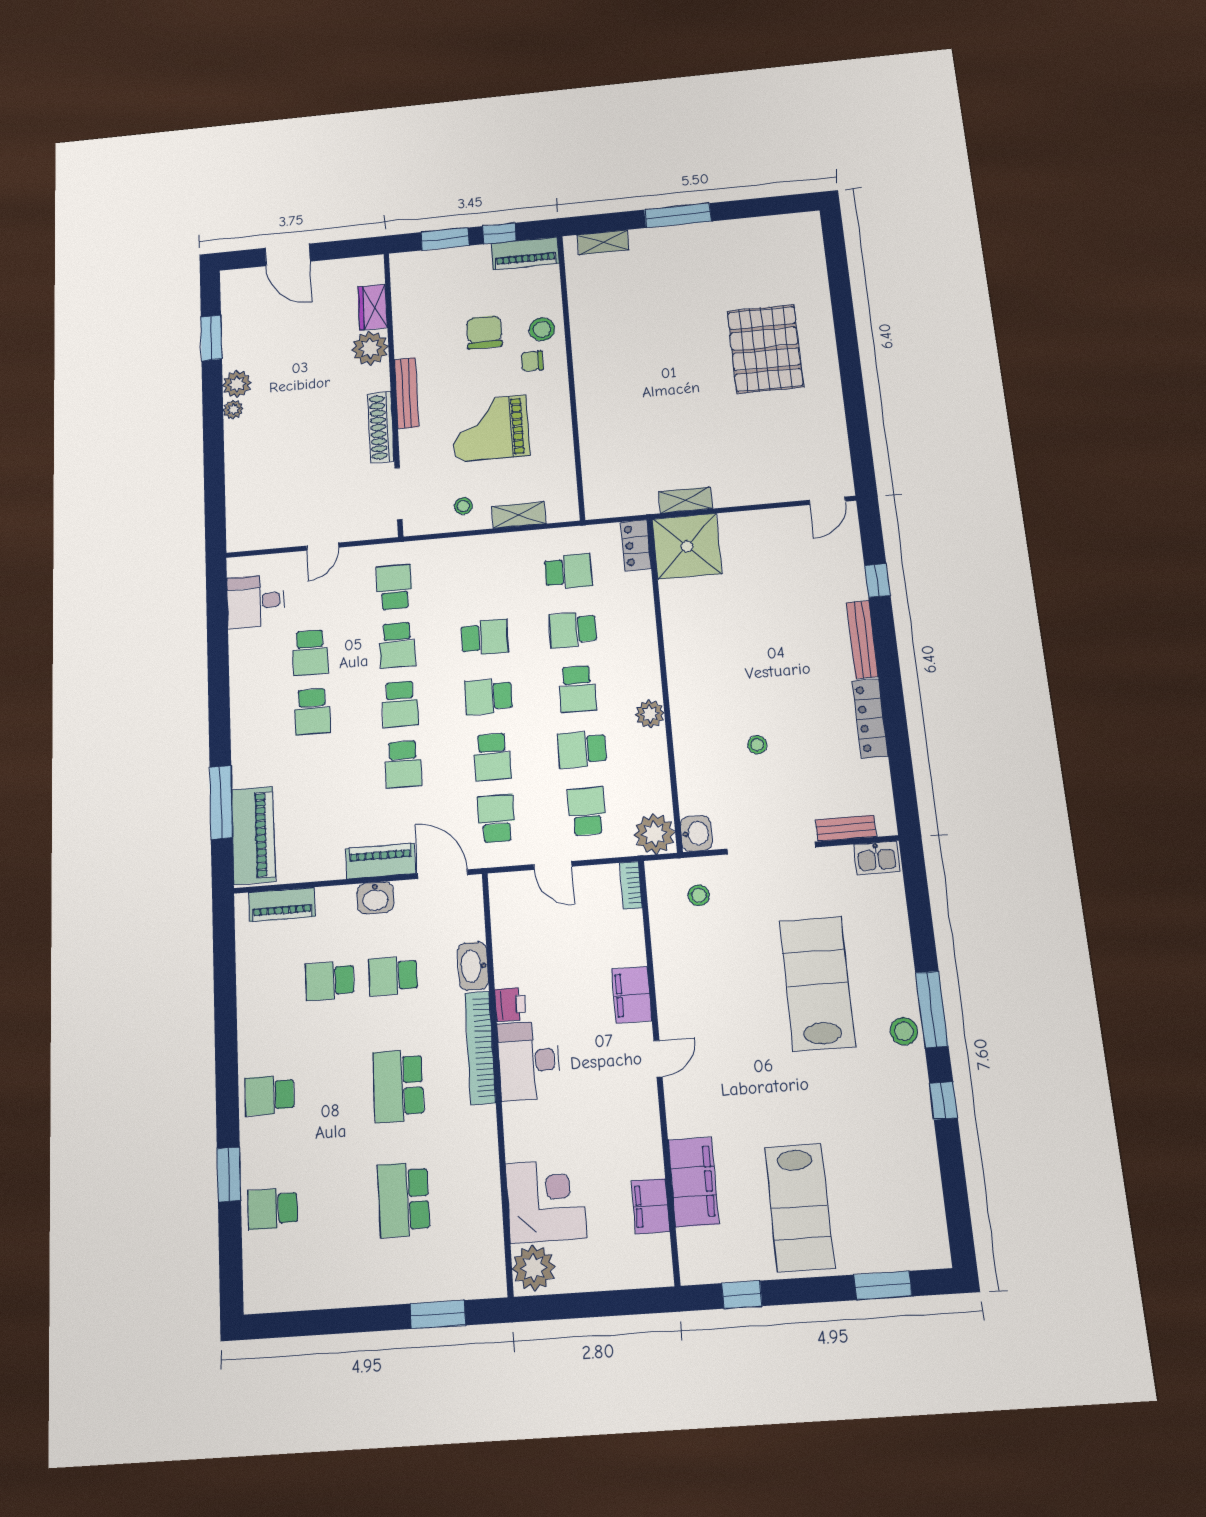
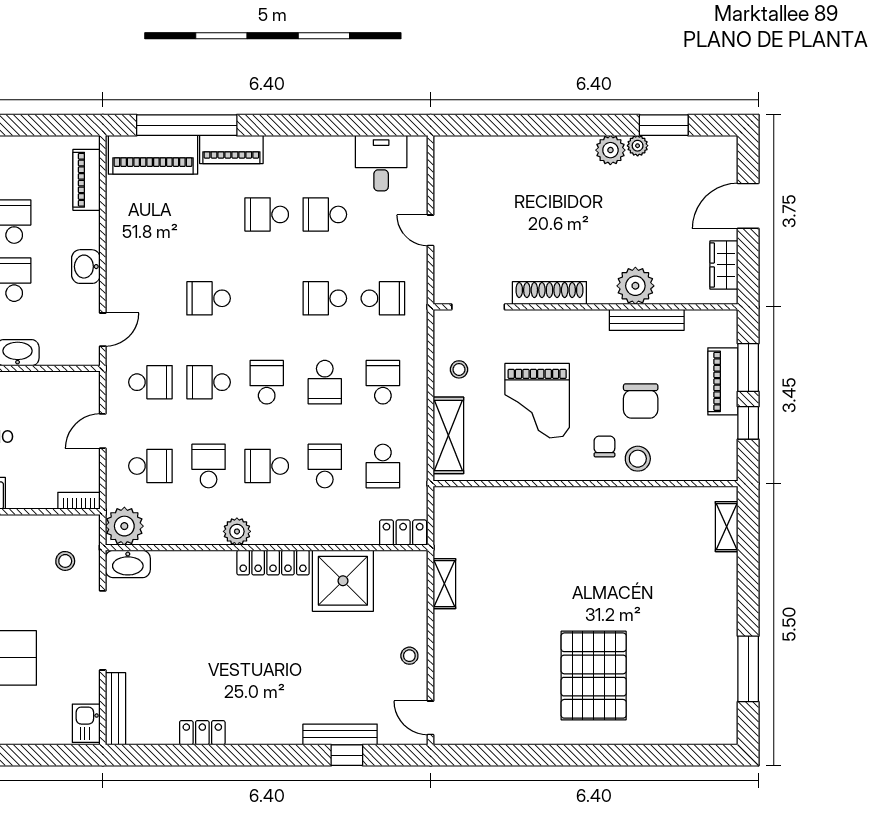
window: (678, 215) -> (748, 669), moved
piano: (525, 253) -> (723, 381), moved
wardrobe: (373, 307) -> (724, 265), moved, turned -90
chair: (484, 332) -> (641, 401), turned 90
pallet: (765, 349) -> (594, 676), turned 90
bench: (406, 393) -> (647, 320), moved
plant: (233, 409) -> (638, 146), moved
grand piano: (490, 428) -> (537, 401), turned 180
shelving: (519, 515) -> (448, 435), width x1.50, depth x1.33
shower: (687, 546) -> (343, 581), moved
bench: (862, 639) -> (340, 734), moved
locker: (680, 674) -> (273, 563), added
school desk: (400, 704) -> (383, 382), moved, turned 90
locker: (870, 719) -> (202, 733), width x0.66
stool: (757, 745) -> (409, 656), moved
window: (221, 802) -> (187, 125), width x1.46
bench: (846, 828) -> (115, 709), width x1.36
washbasin: (696, 833) -> (128, 564), width x1.38
piano: (381, 861) -> (231, 150), moved, turned 90
door: (443, 874) -> (103, 330), width x0.73

